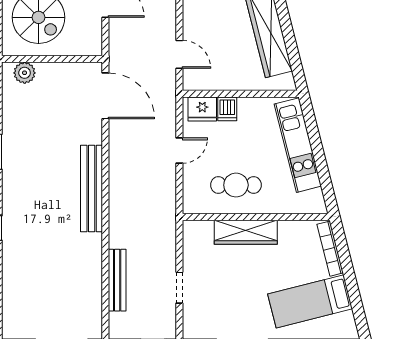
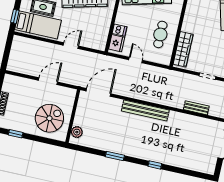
door: (179, 54) -> (71, 46), moved
wardrobe: (246, 232) -> (183, 49), moved
bench: (117, 280) -> (196, 108), width x0.73

